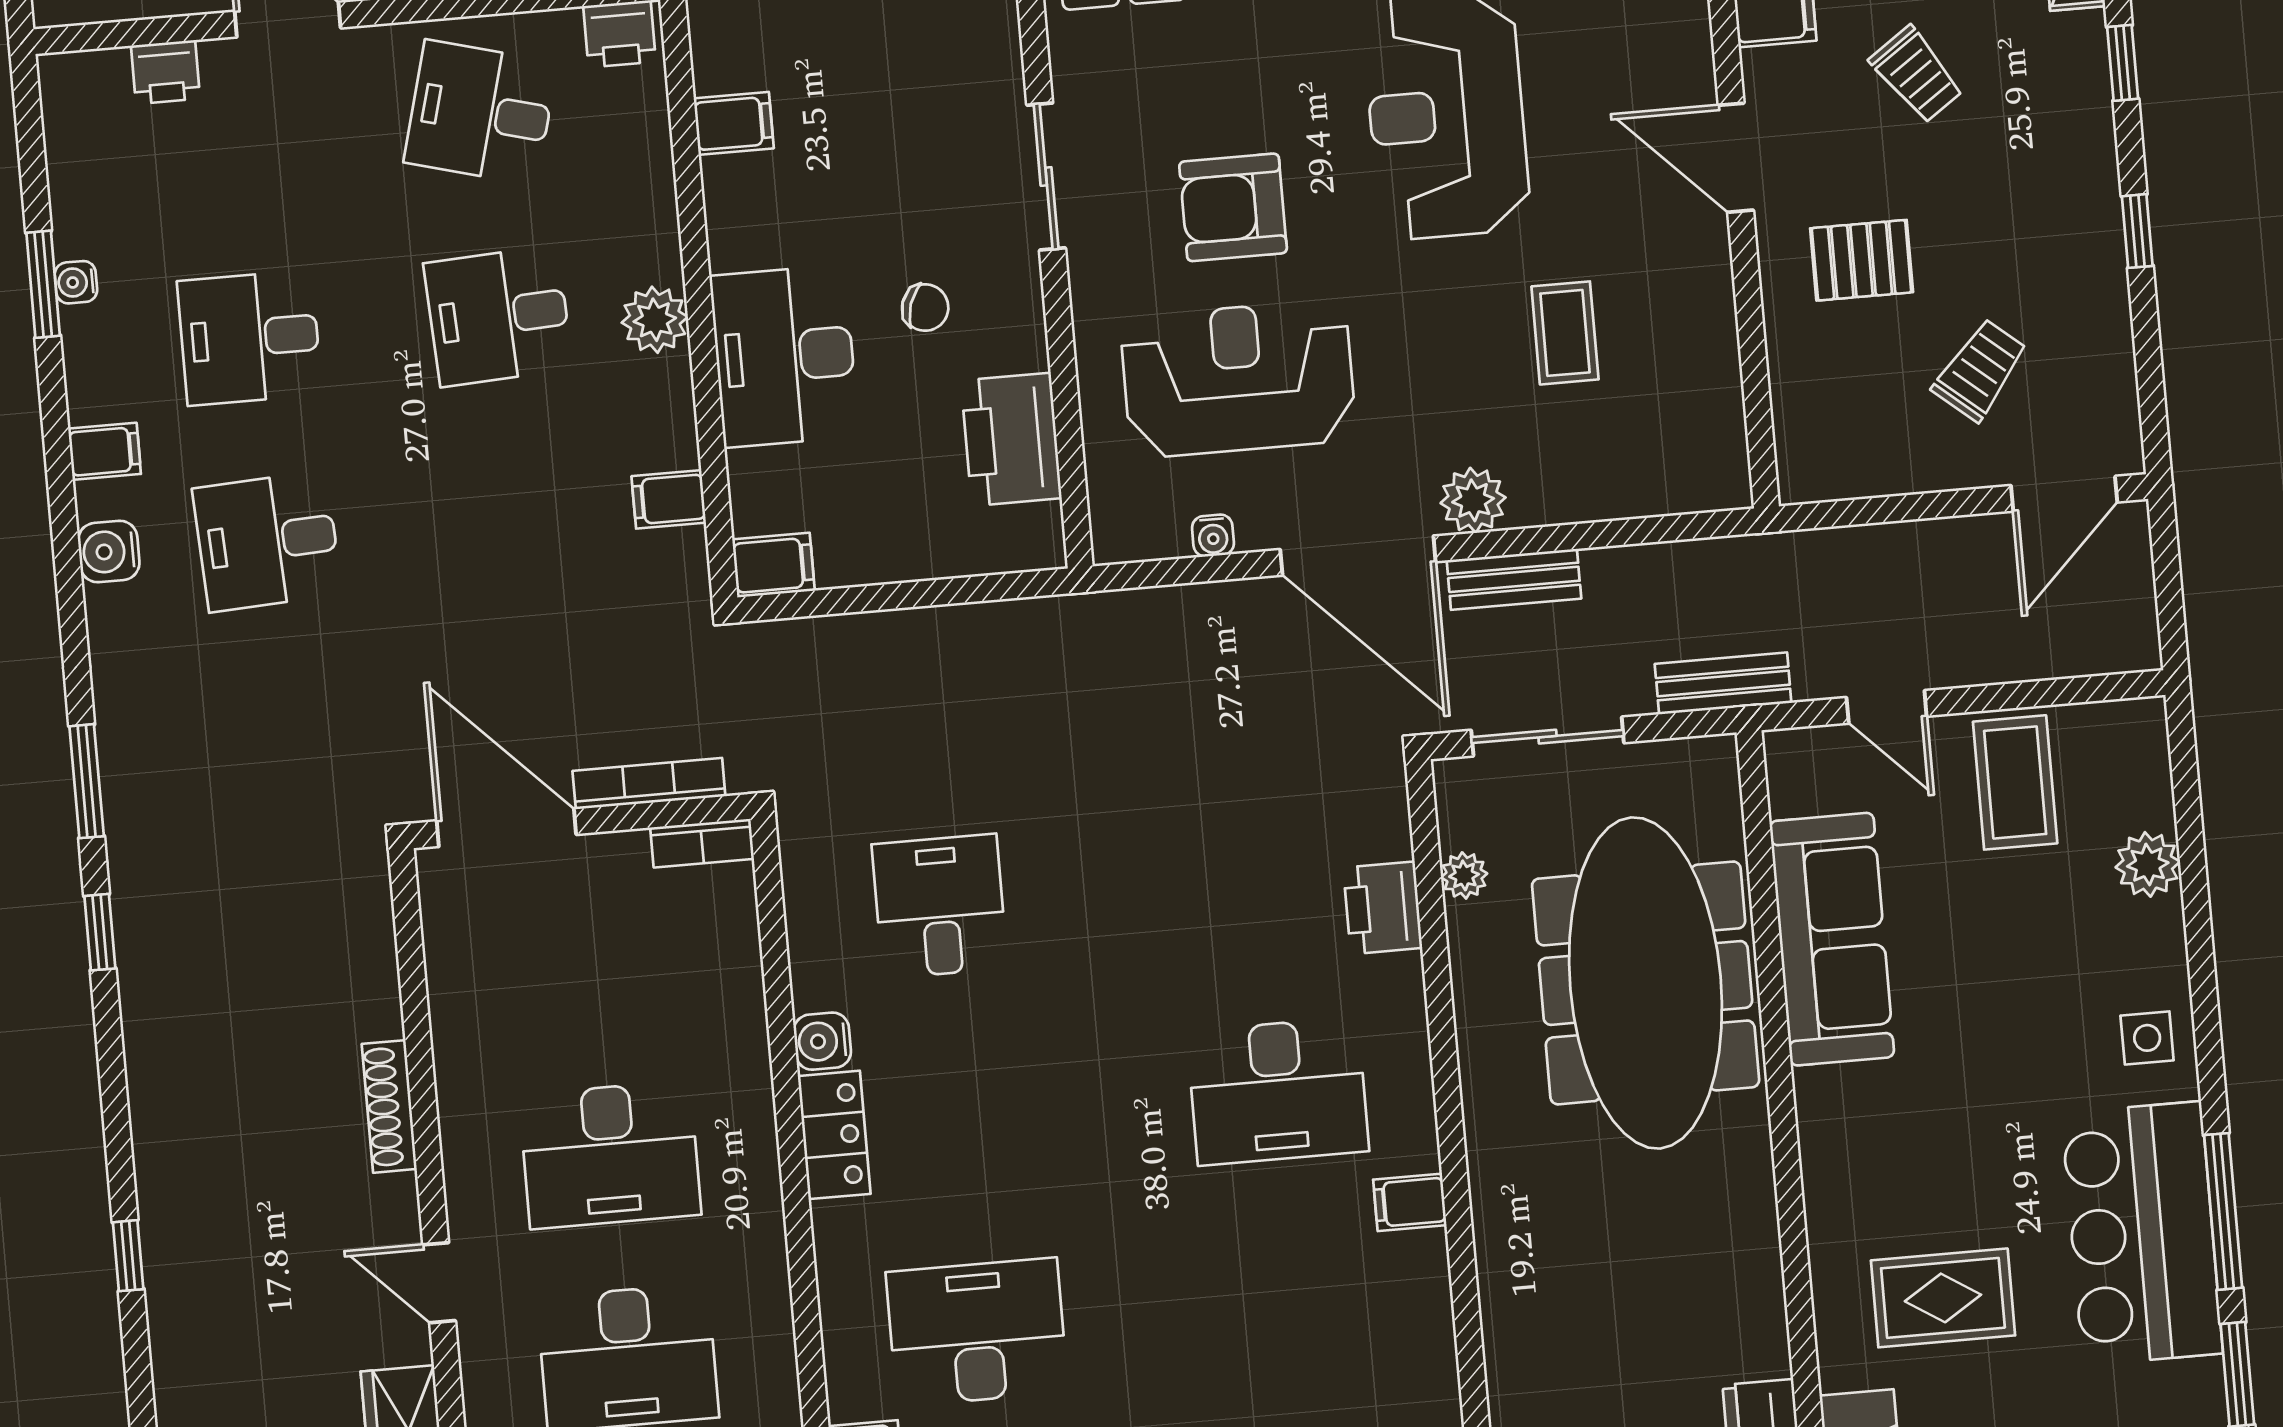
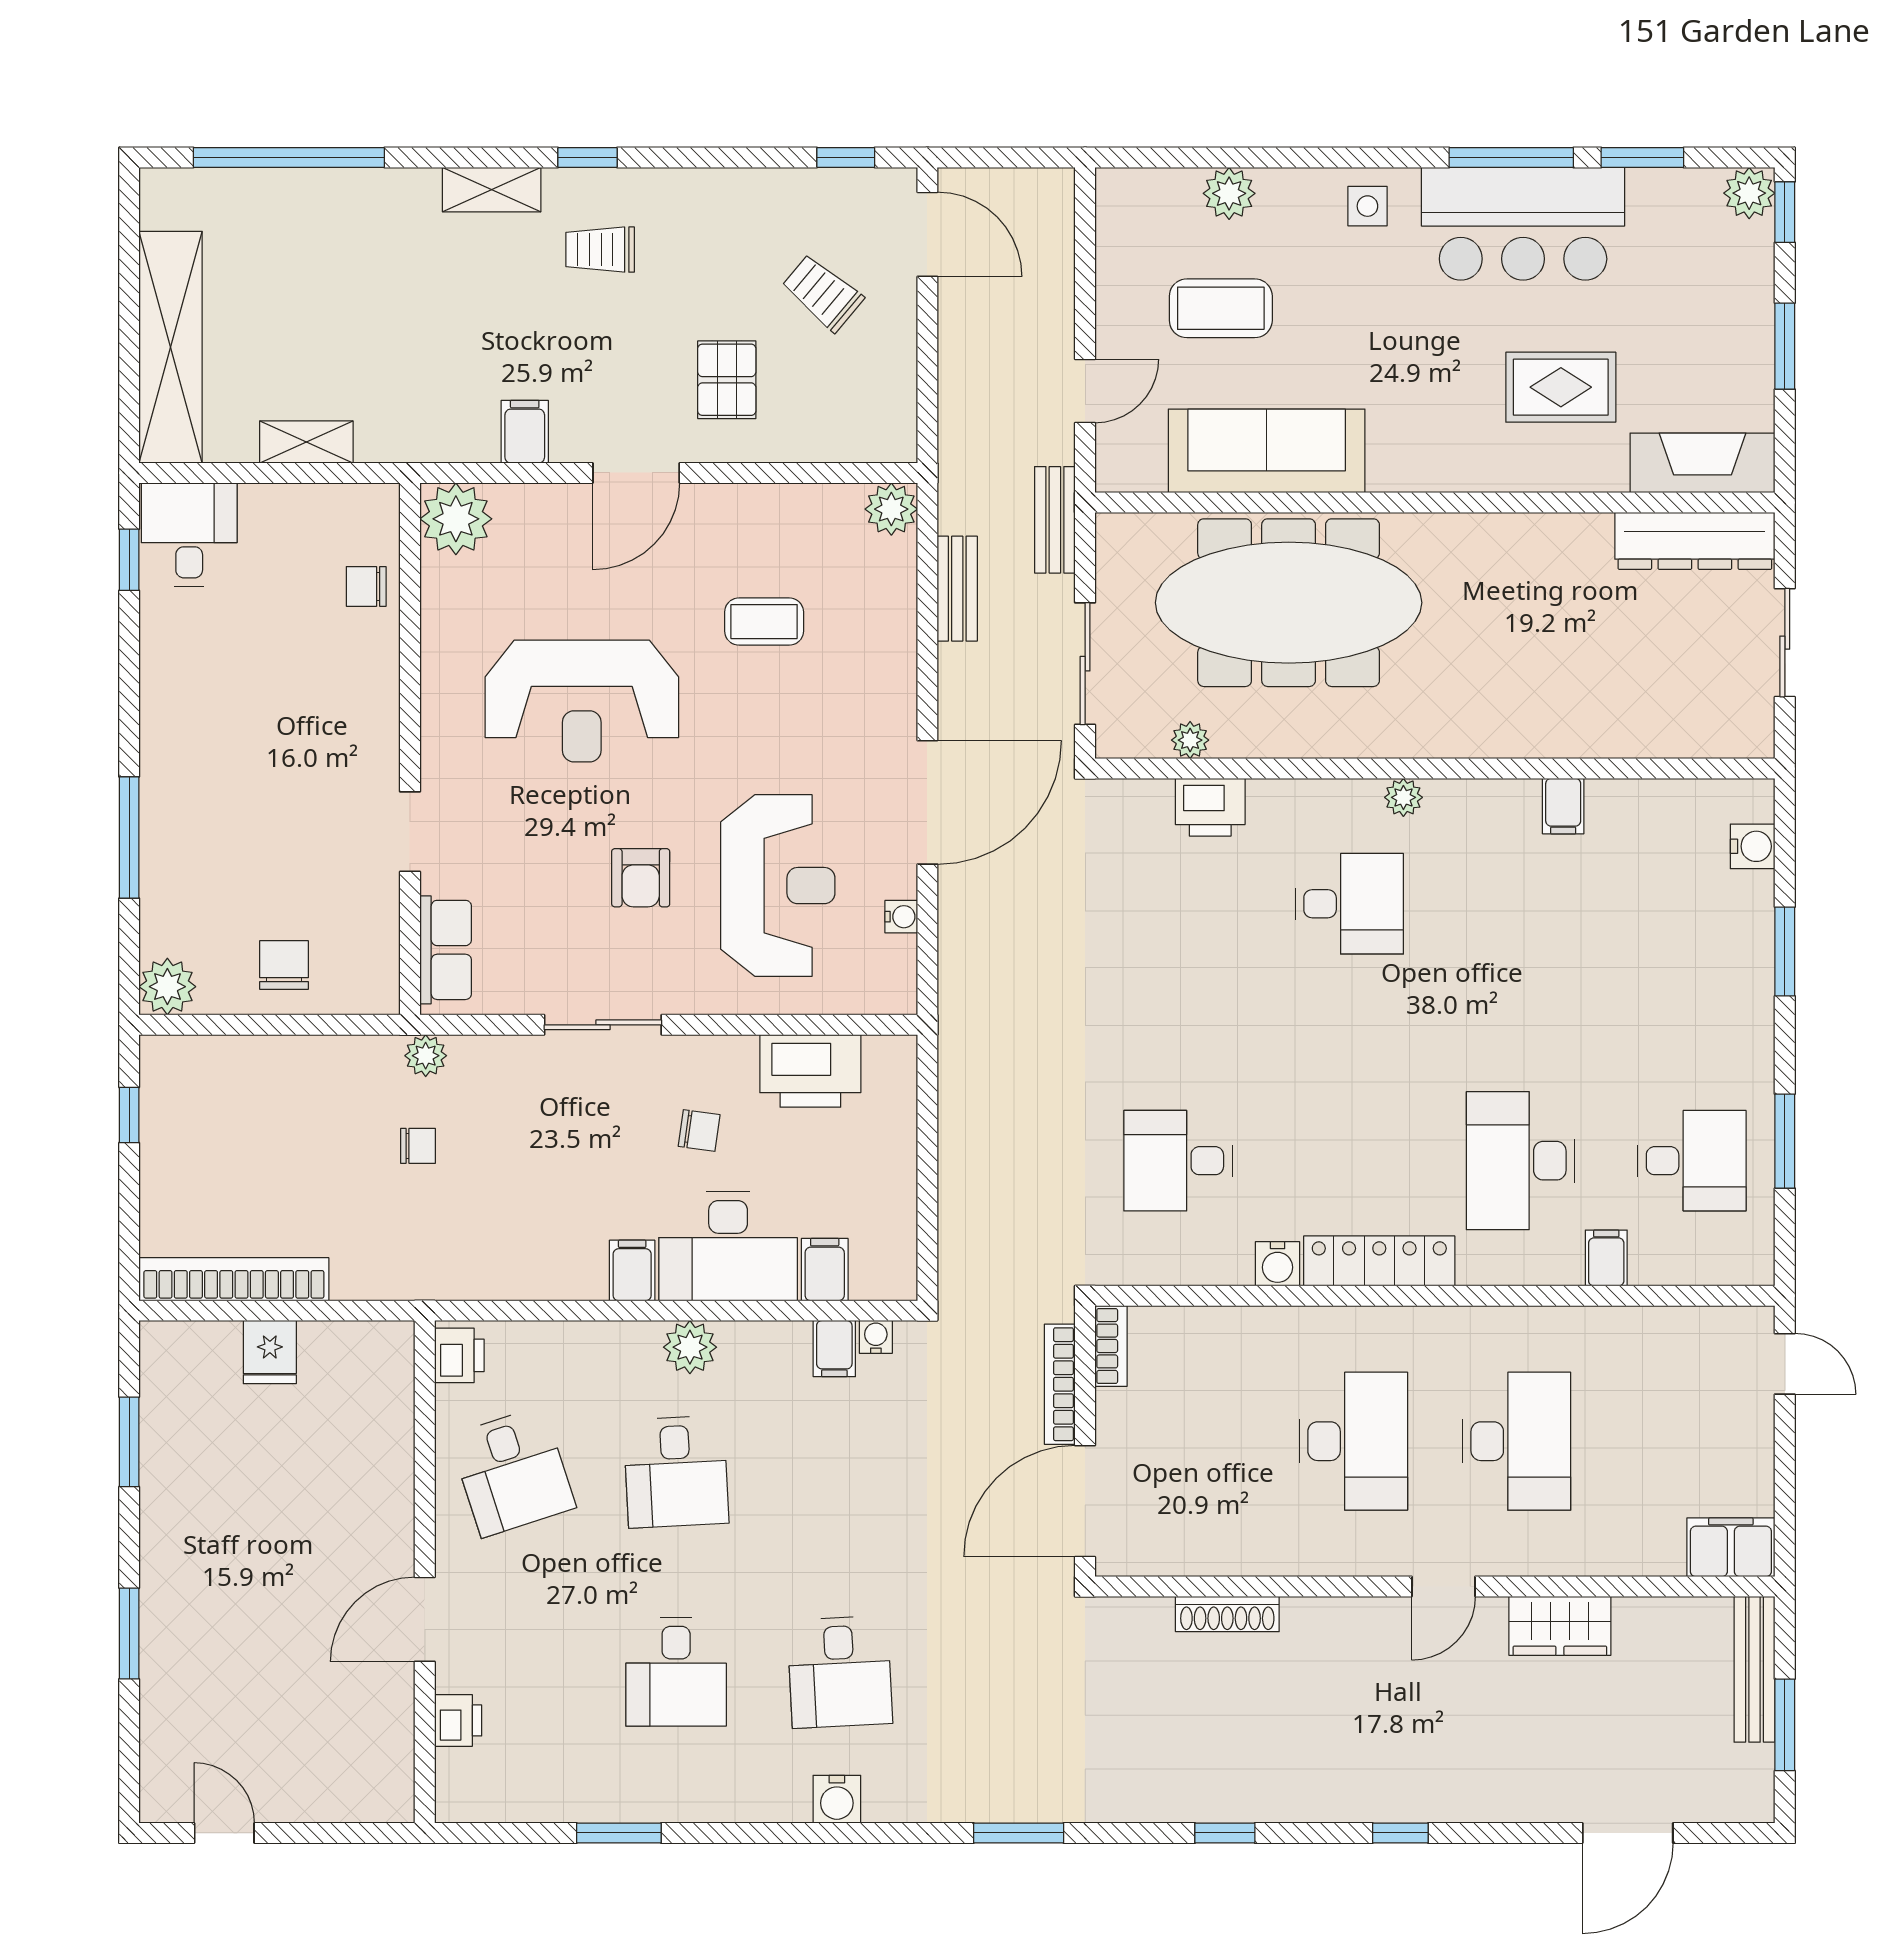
trolley: (1917, 75) -> (600, 250), moved, turned -145
desk: (481, 112) -> (512, 1472), turned -33
filing cabinet: (734, 123) -> (632, 1270), moved
armchair: (1233, 207) -> (641, 878), width x0.72, depth x0.72
window: (2137, 231) -> (846, 158), moved
water cooler: (76, 282) -> (876, 1337), moved, turned 180
chair: (925, 308) -> (699, 1131), turned 80
reception desk: (1238, 379) -> (778, 886), turned 180
filing cabinet: (105, 451) -> (757, 1796), removed
plant: (1473, 500) -> (891, 509), moved
filing cabinet: (773, 565) -> (825, 1270), moved
bench: (1514, 579) -> (957, 589), moved
coffee table: (2015, 782) -> (1221, 308), moved
window: (100, 932) -> (1225, 1833), moved
desk: (1278, 1091) -> (1349, 904), width x0.73
shoe rack: (389, 1106) -> (1227, 1614), moved
locker: (834, 1135) -> (1379, 1261), width x1.53
plant: (1416, 1147) -> (1403, 797), added
filing cabinet: (1410, 1202) -> (1563, 806), moved
rug: (1943, 1298) -> (1561, 387), turned 90

